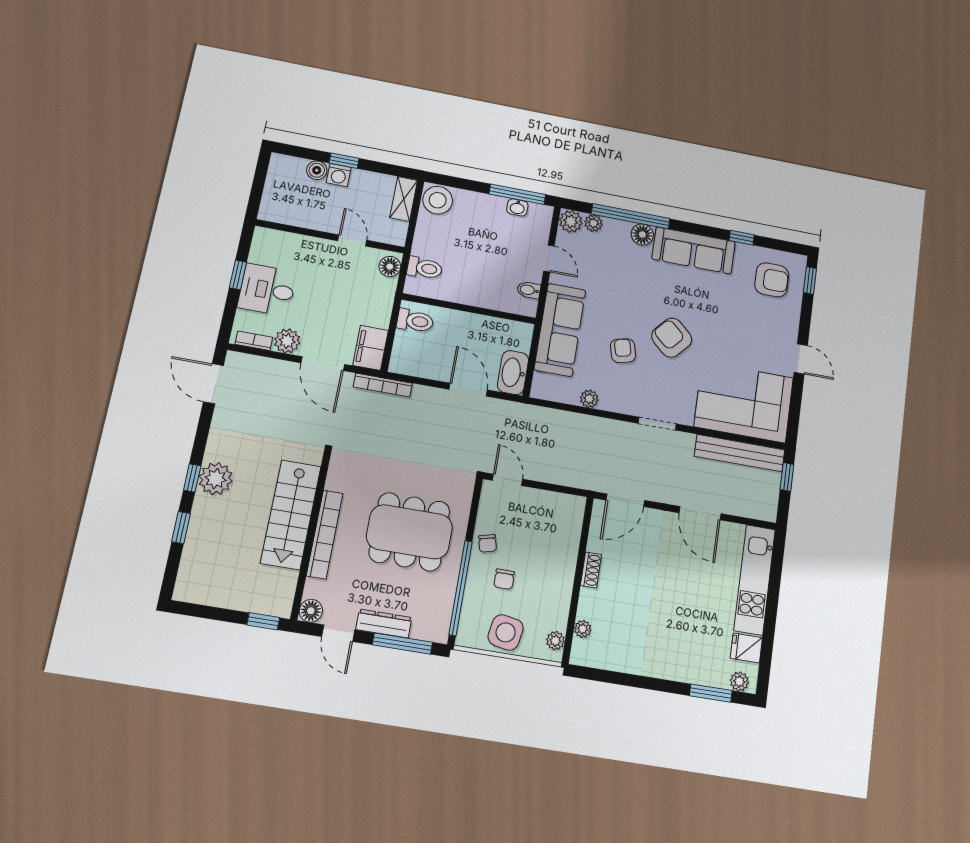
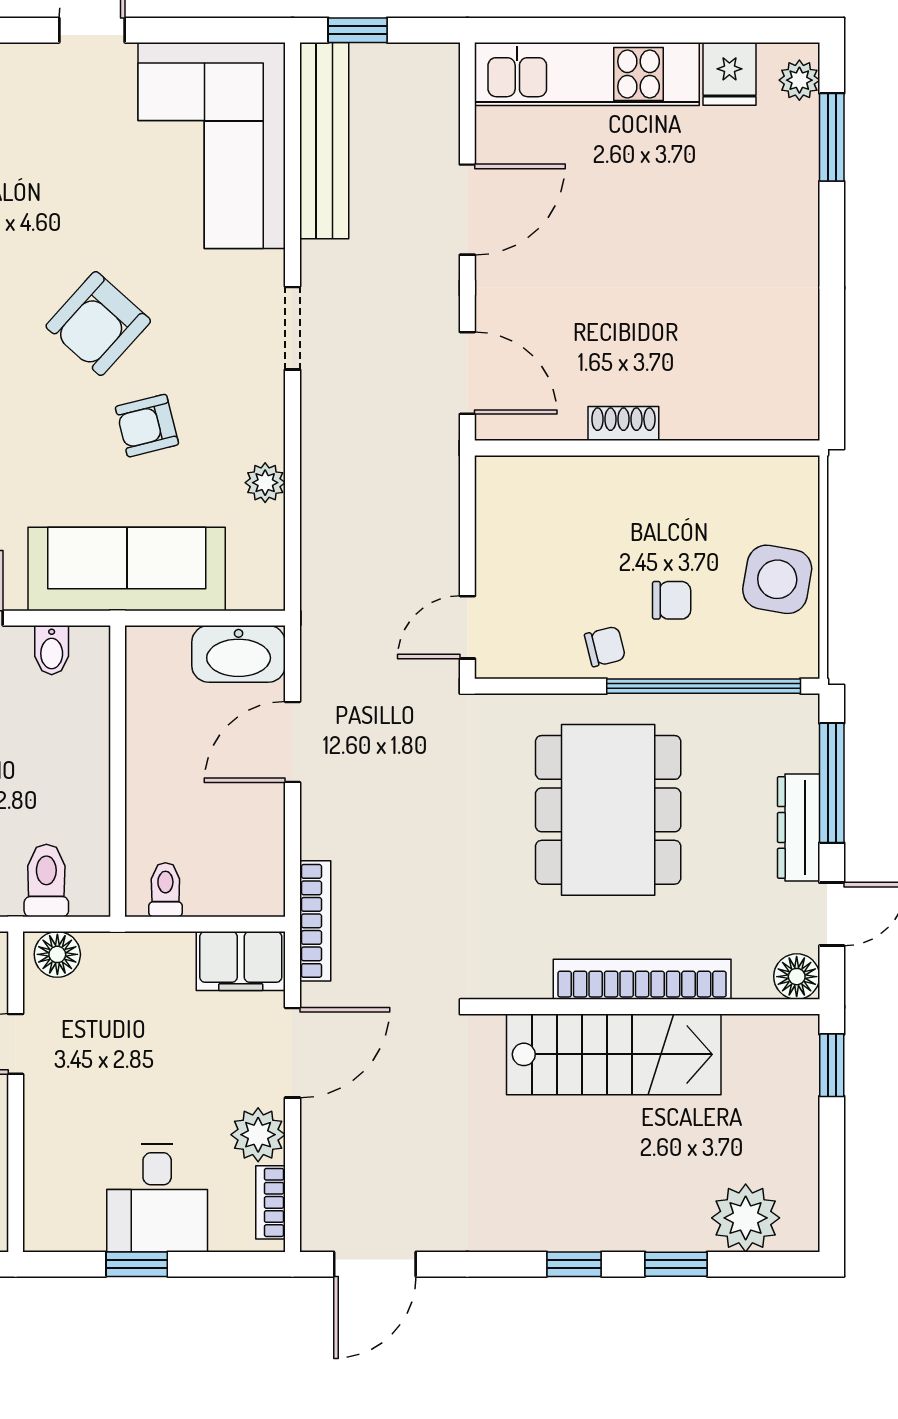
toilet: (415, 321) -> (165, 890), width x0.73, depth x0.72
plant: (216, 479) -> (746, 1218), moved
plant: (583, 629) -> (745, 423), removed
plant: (555, 641) -> (778, 475), removed

